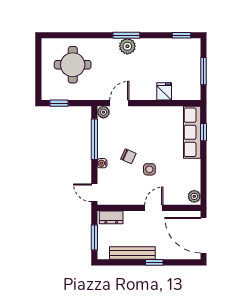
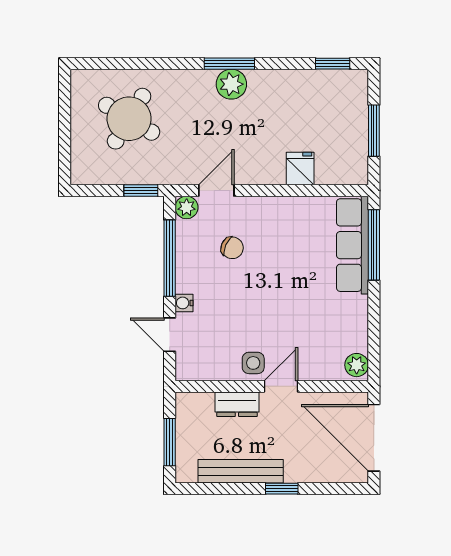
round table: (73, 65) -> (129, 119), turned 31
window: (59, 103) -> (141, 191), moved
window: (204, 132) -> (374, 245), width x2.17
chair: (128, 156) -> (232, 248), moved
side table: (149, 169) -> (253, 363), moved
door: (94, 193) -> (170, 335), moved
dresser: (111, 217) -> (237, 404), moved

